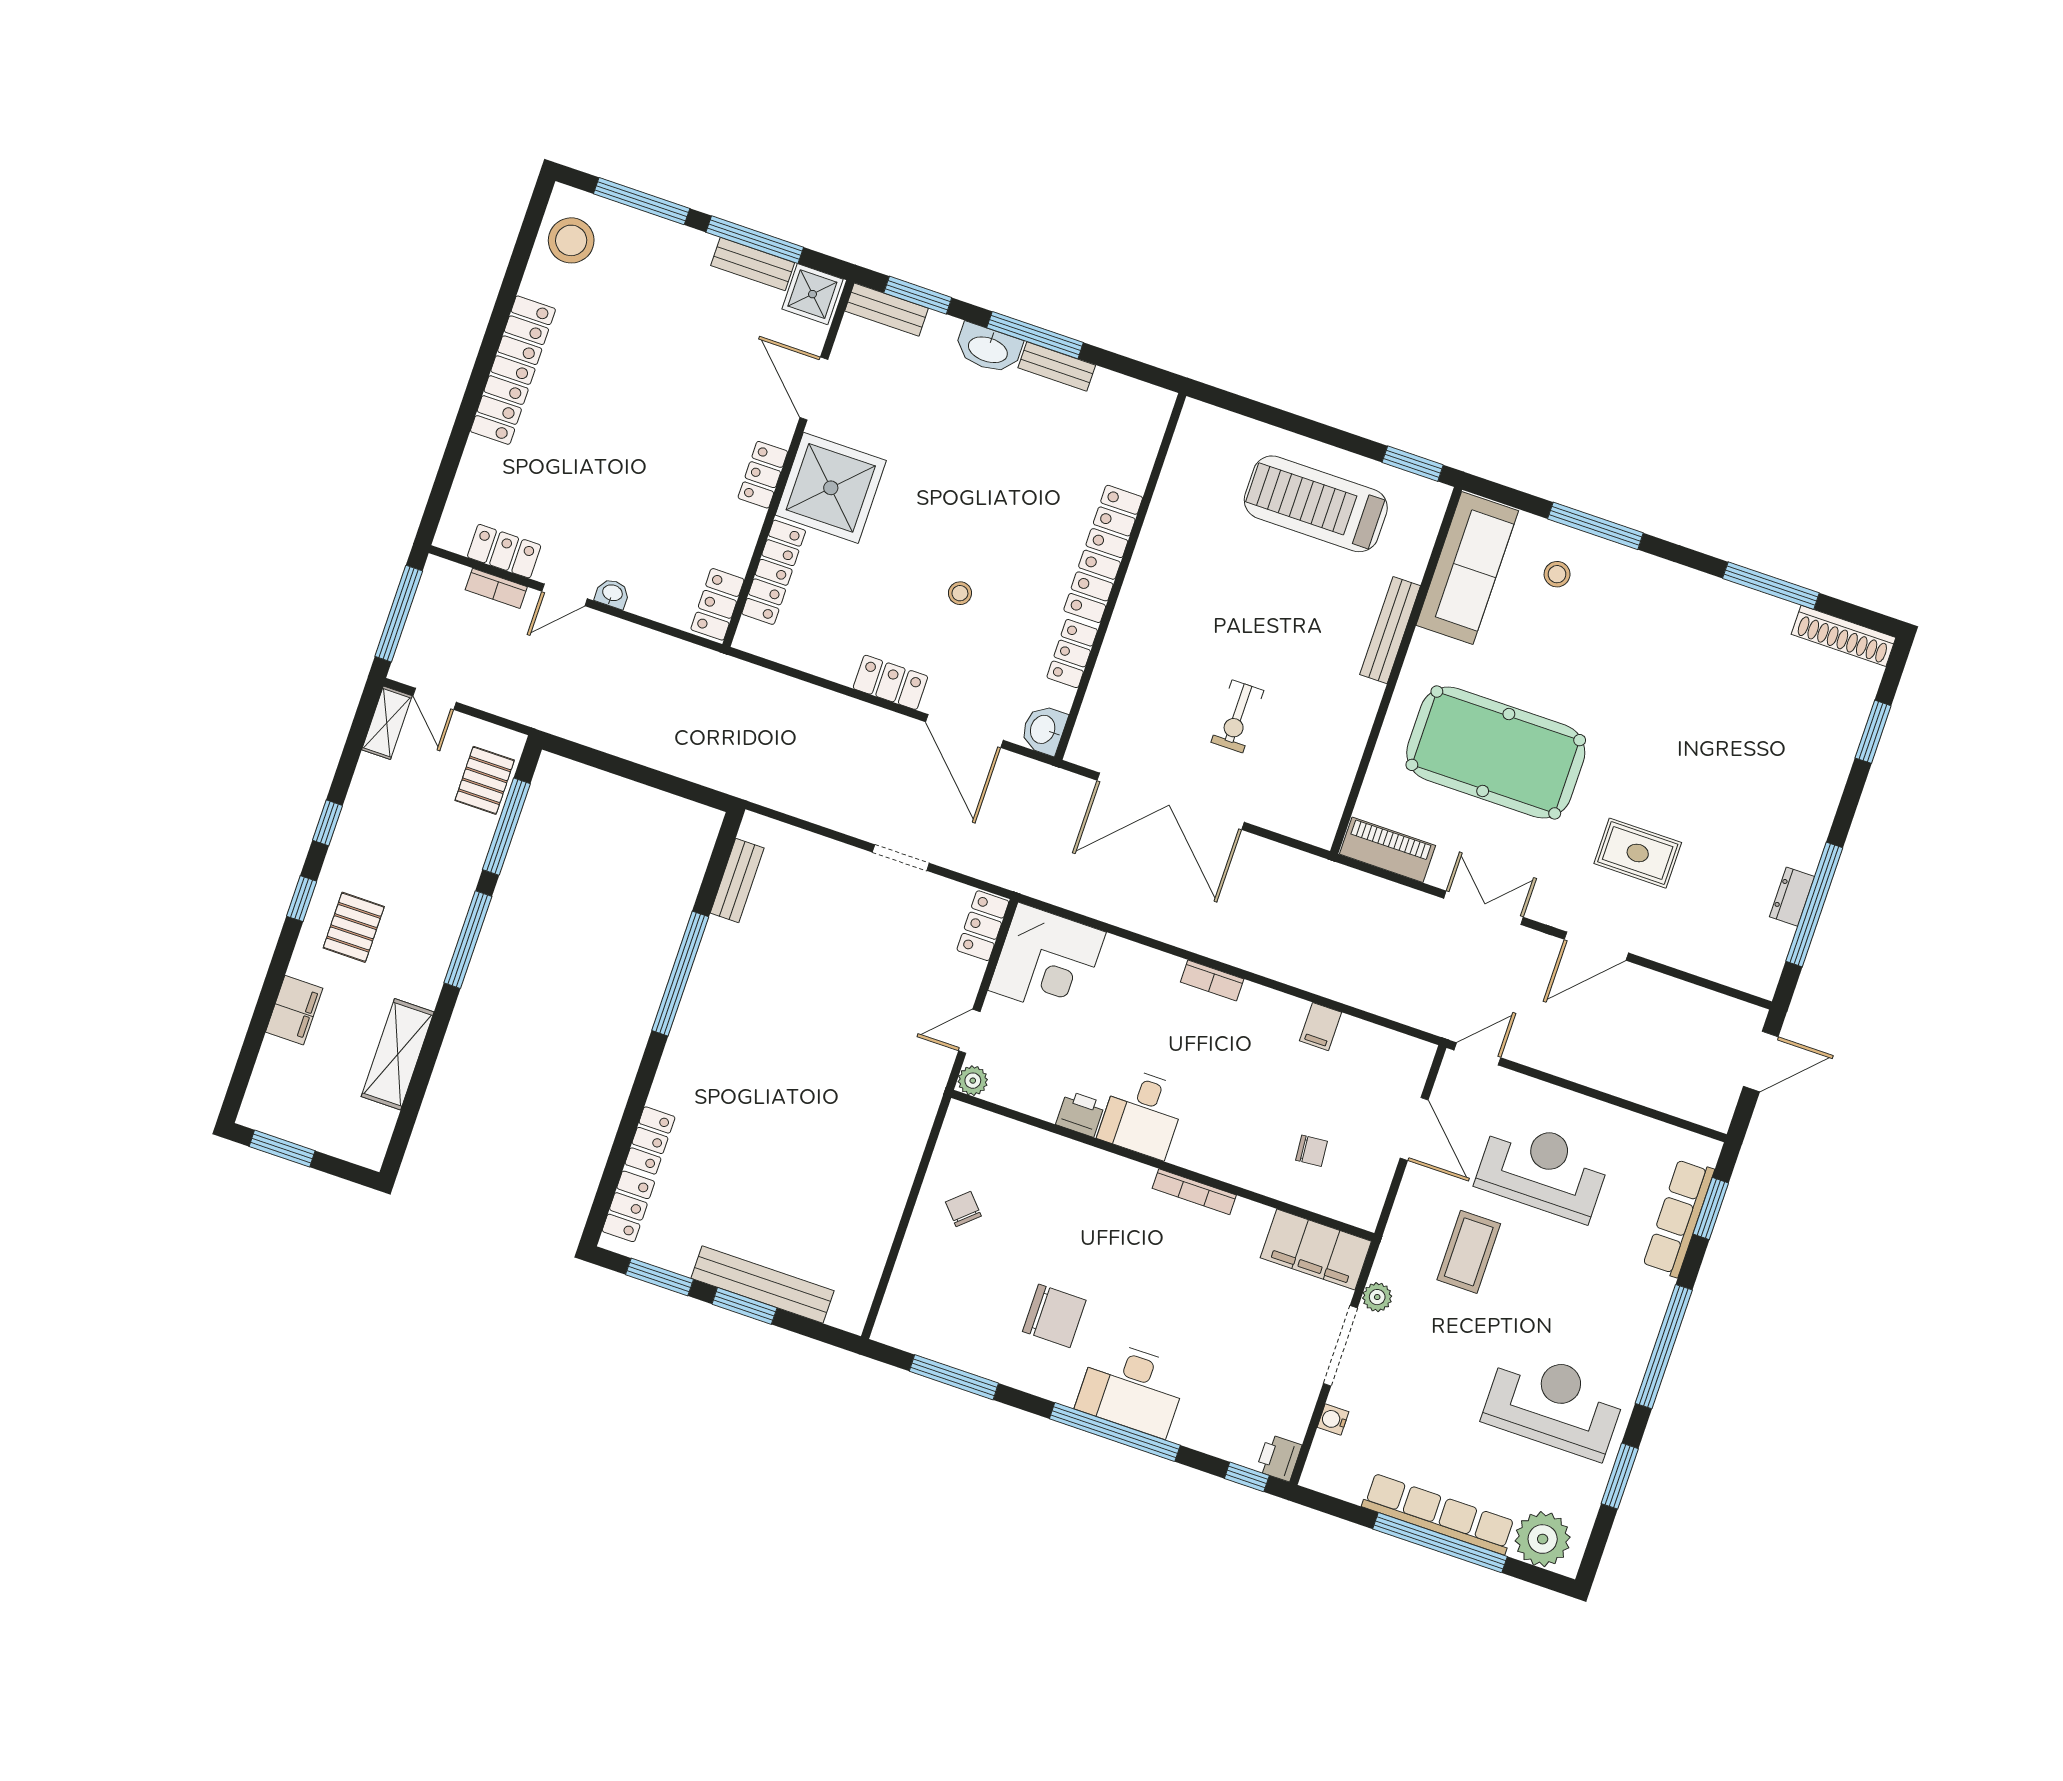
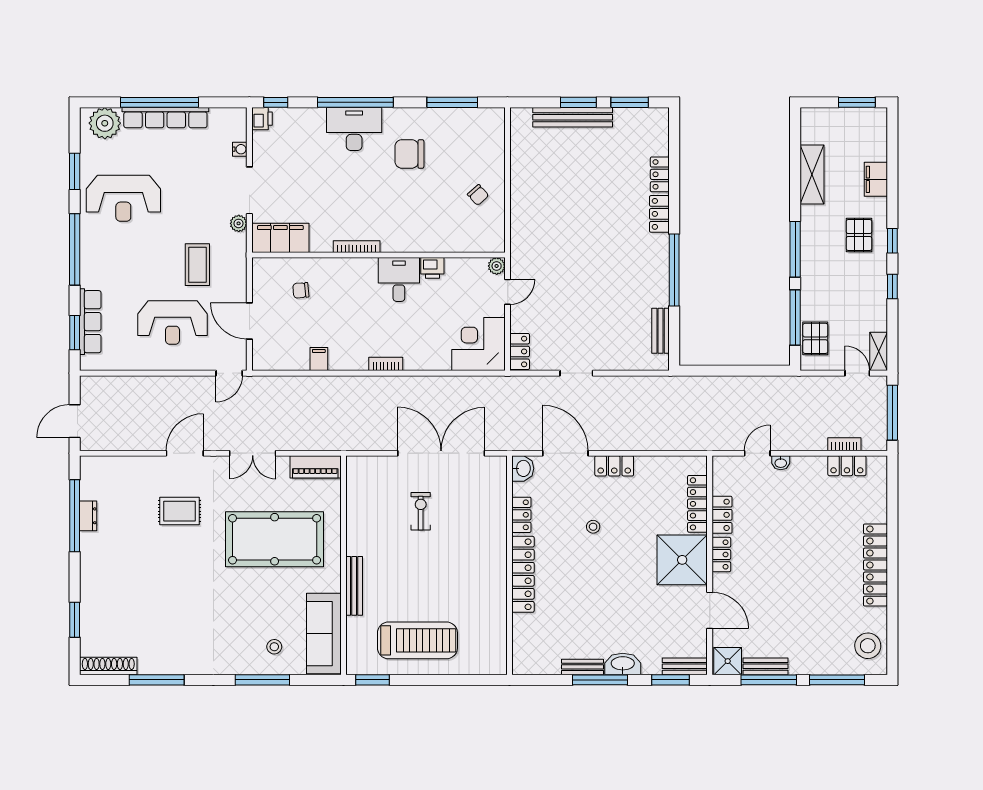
door: (565, 595) -> (757, 453), moved
locker: (717, 604) -> (722, 515), moved
locker: (628, 1206) -> (659, 214), moved

